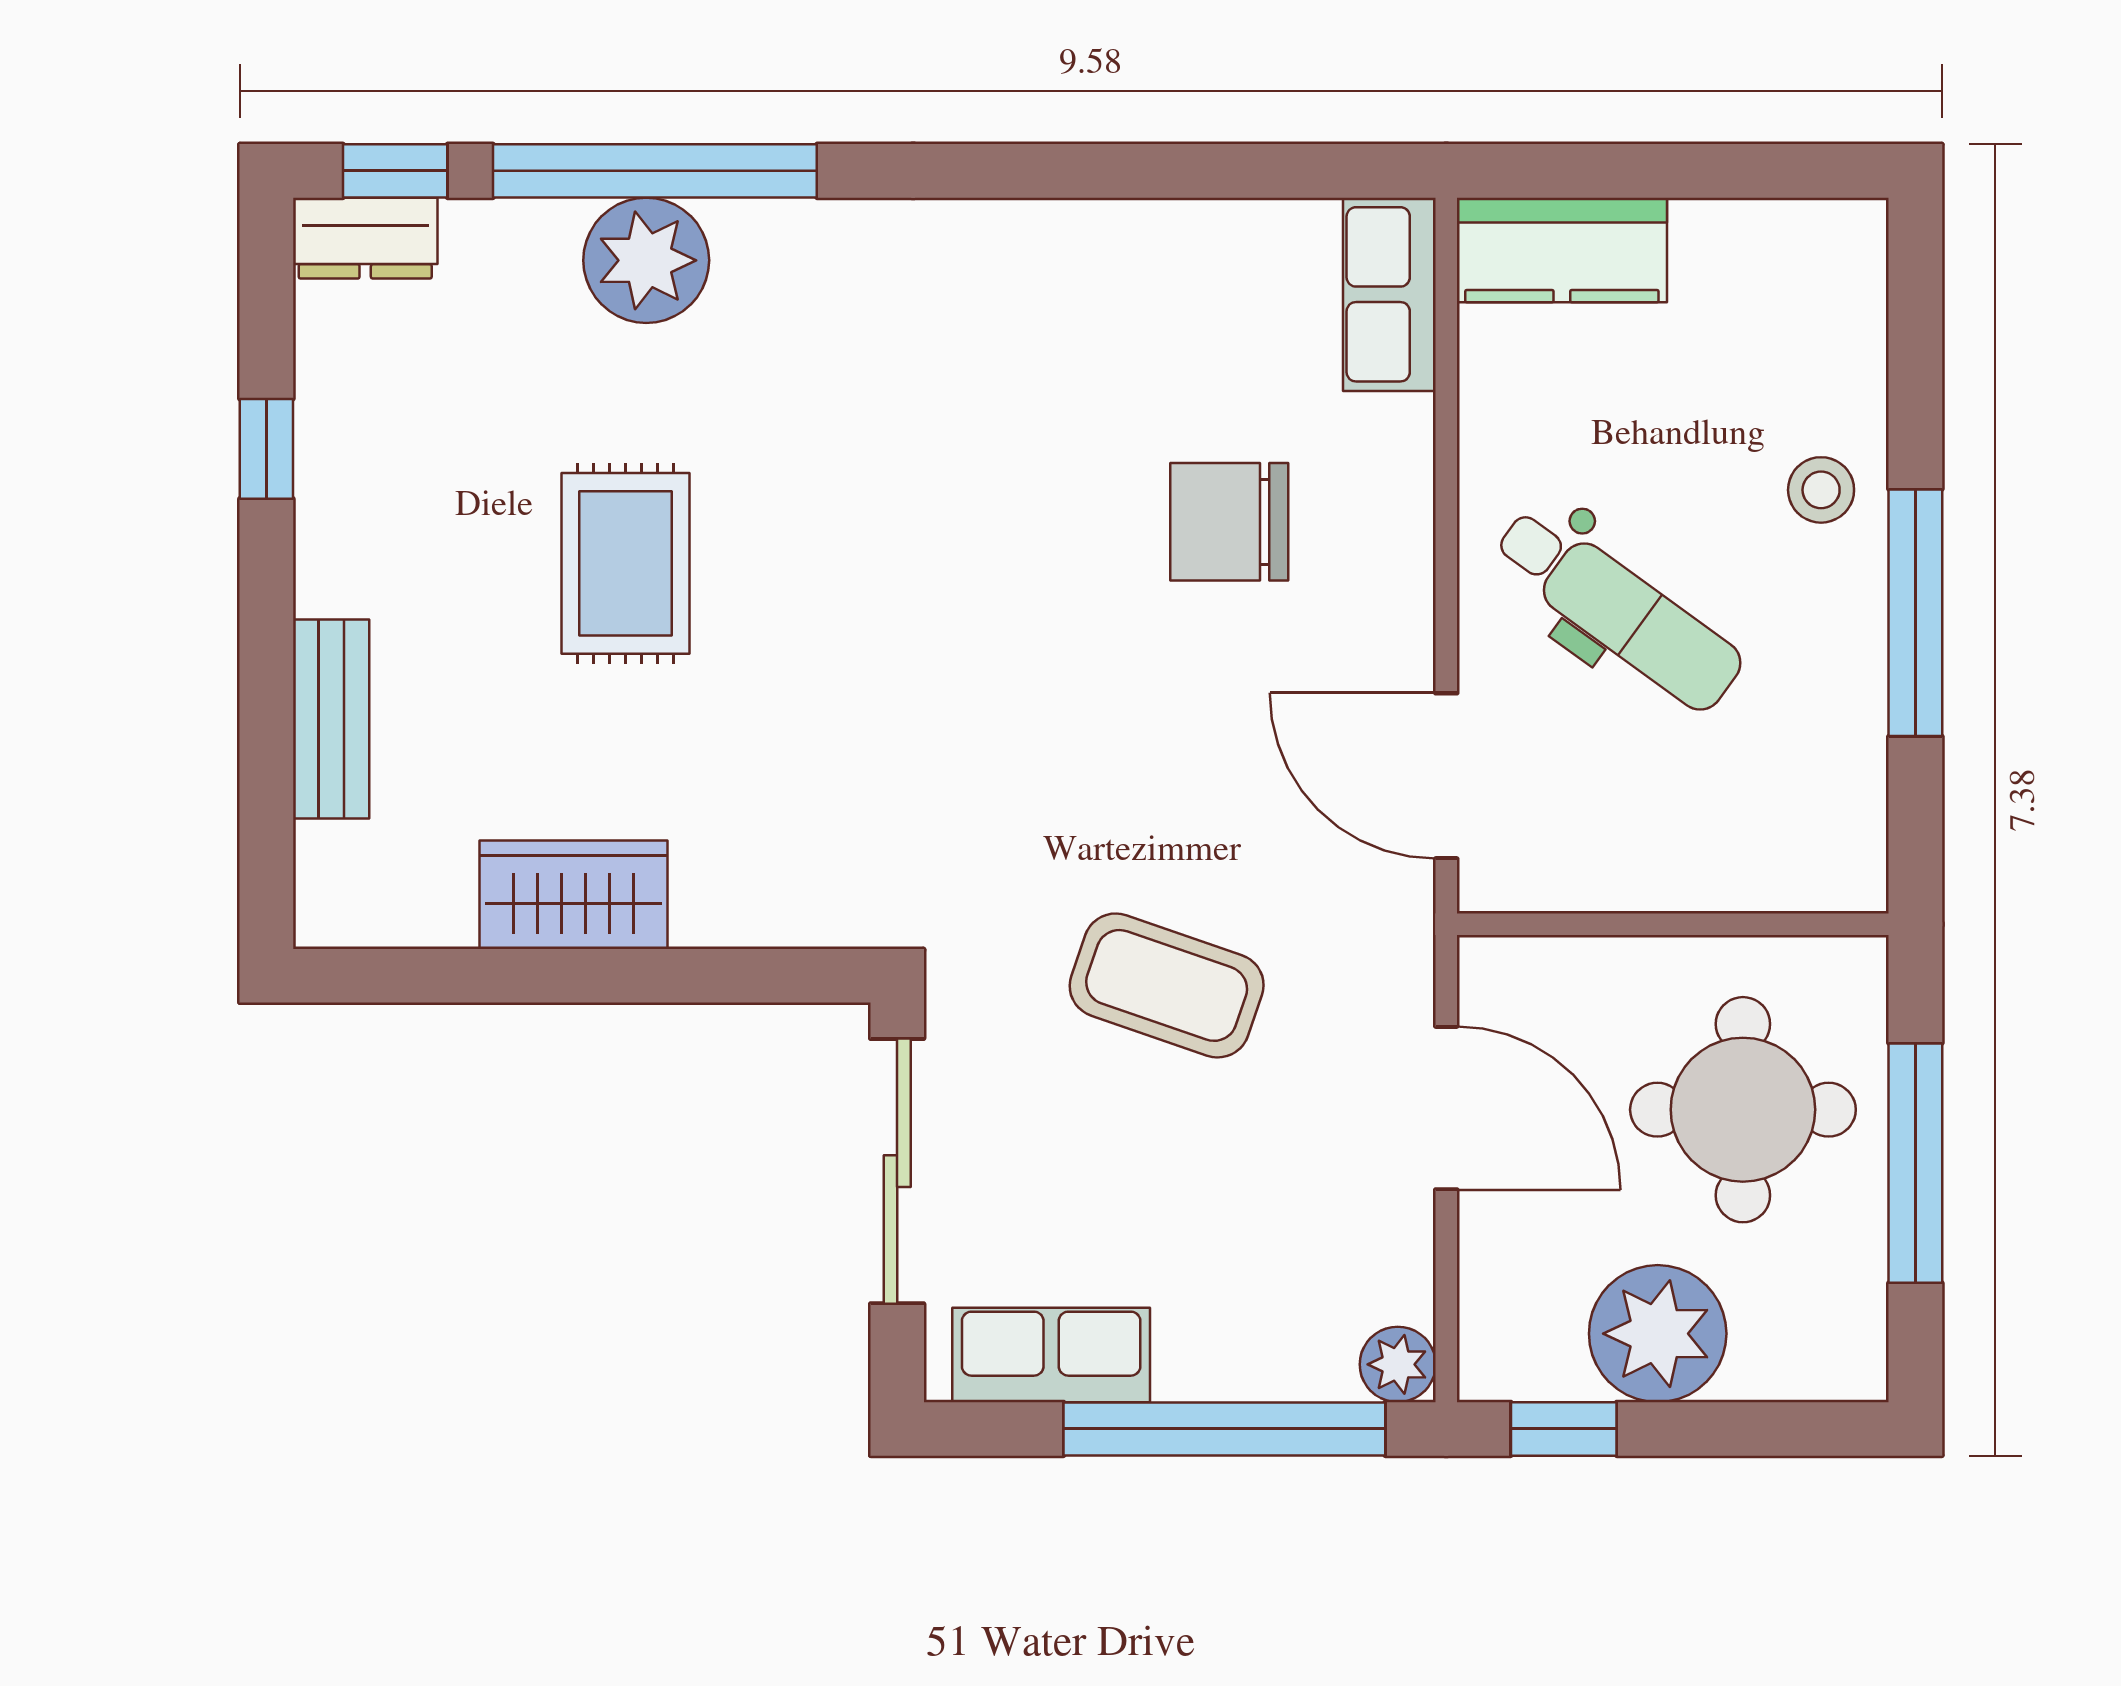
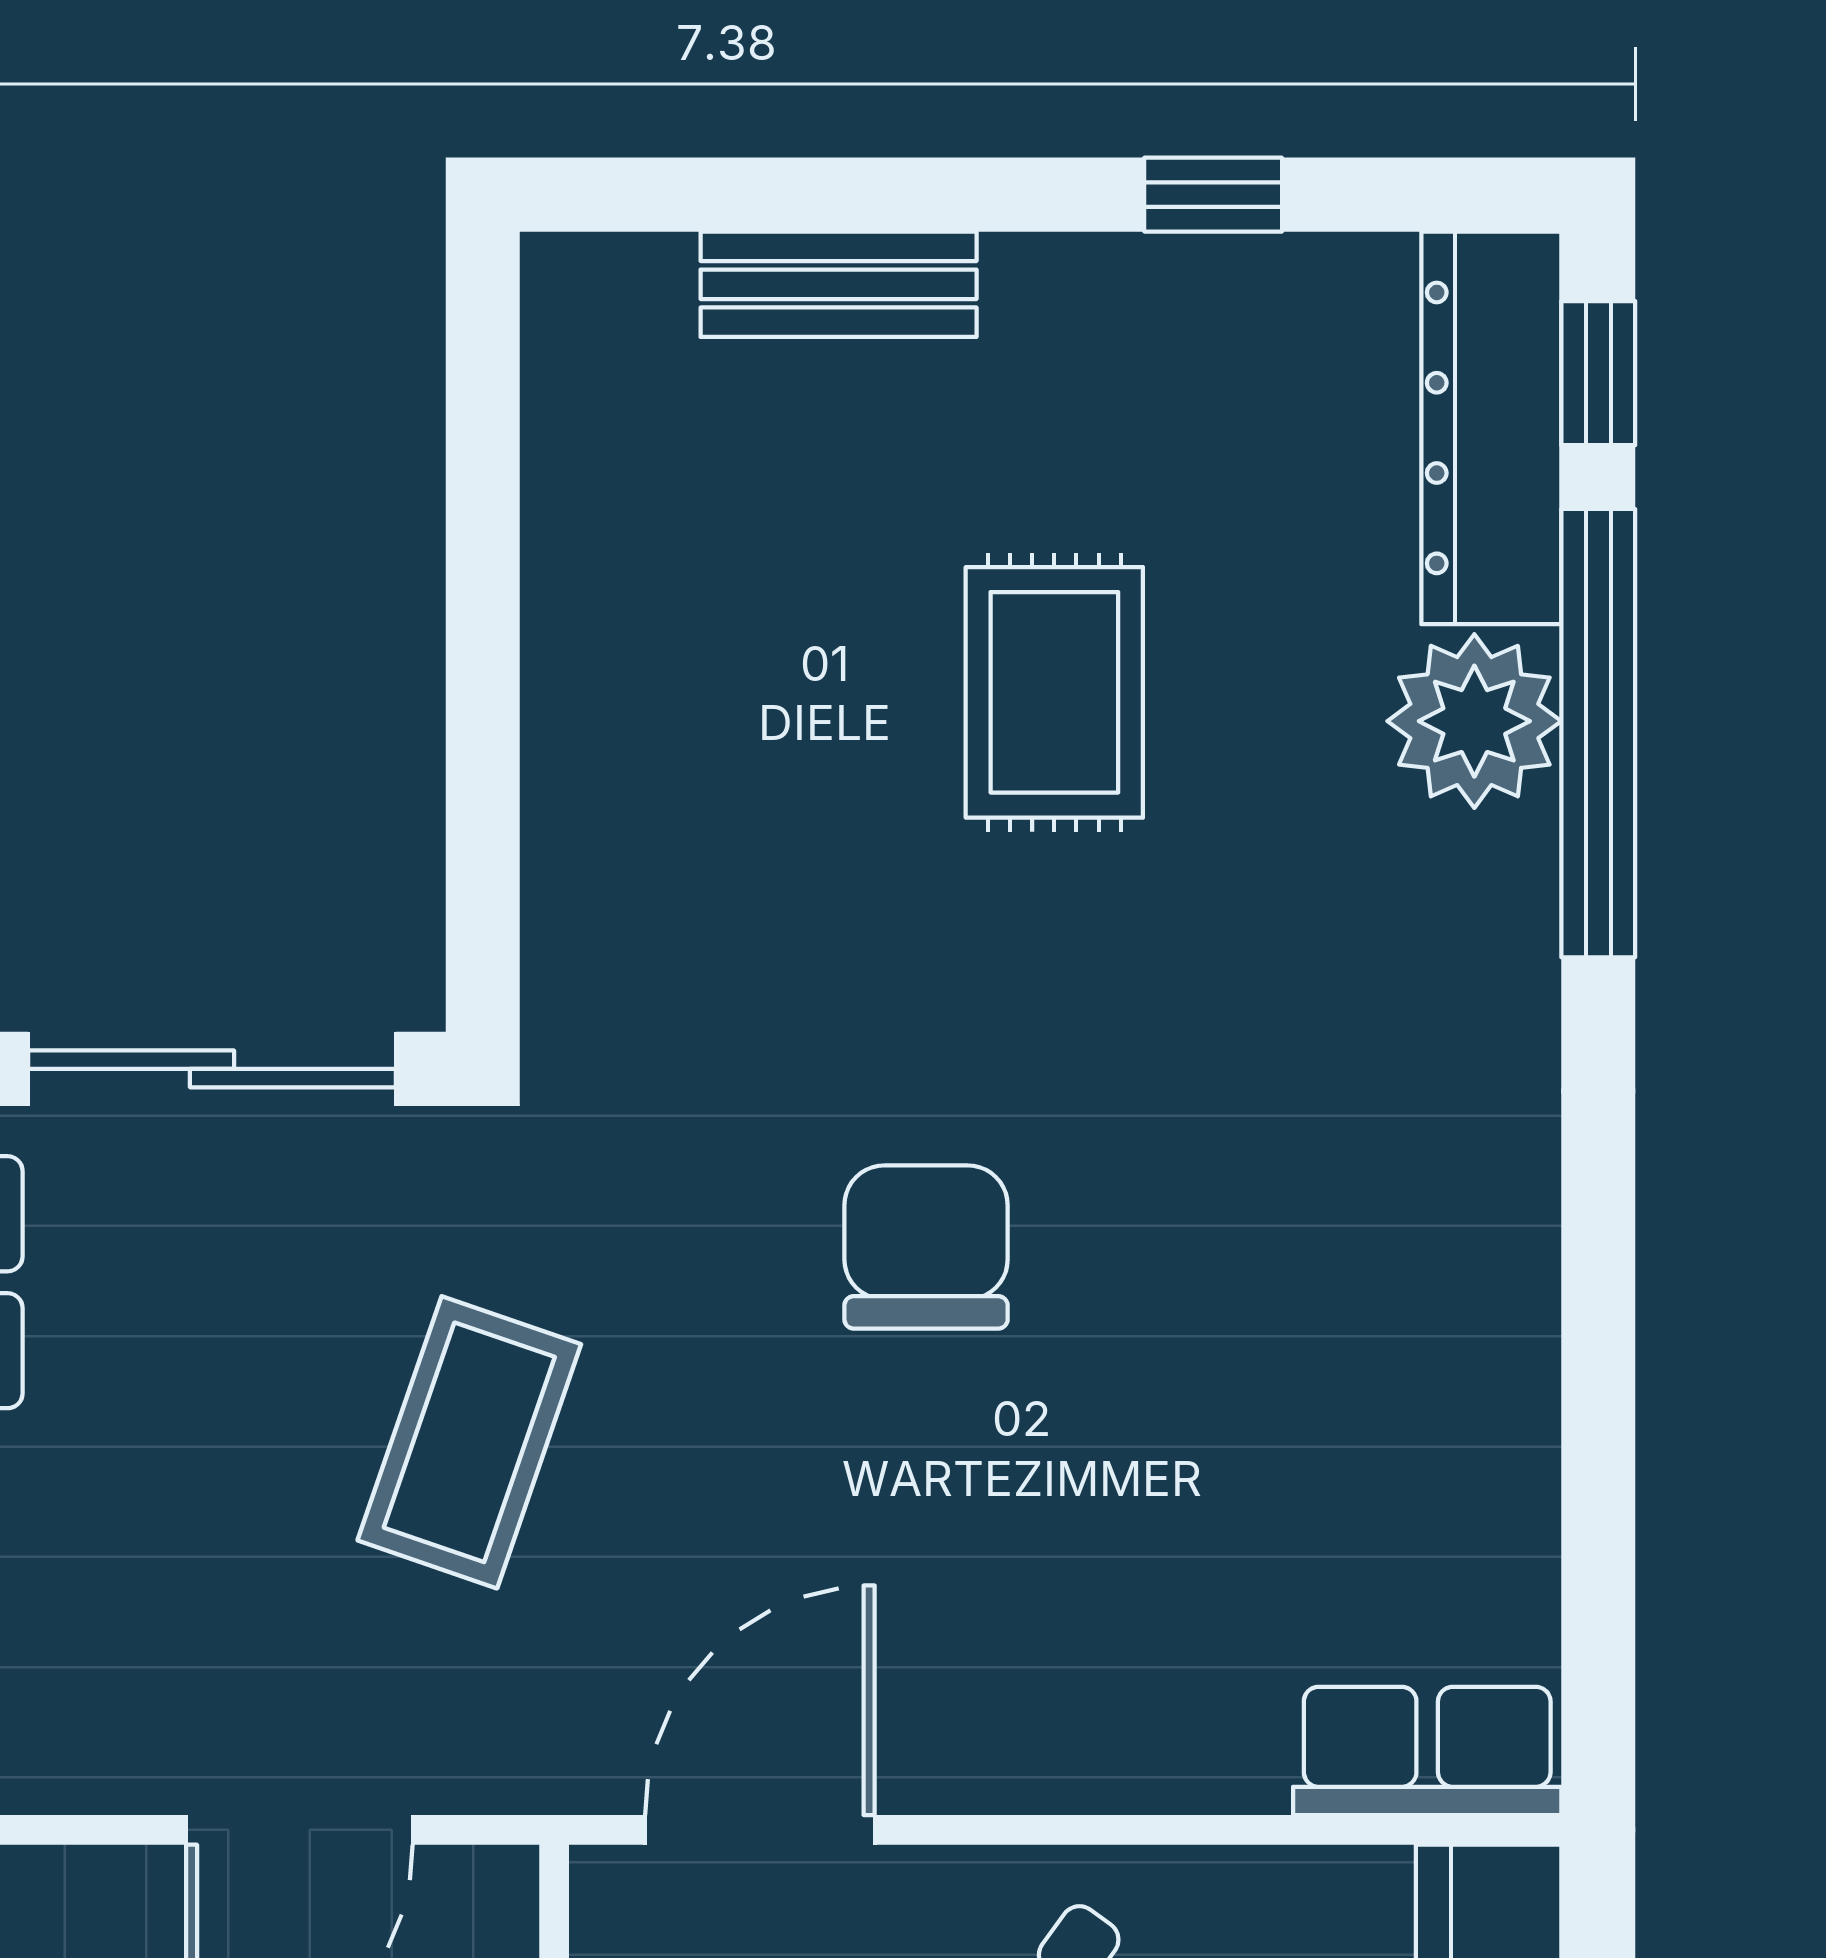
dresser: (365, 238) -> (1491, 428), width x1.96, depth x1.24
chair: (1229, 522) -> (926, 1247), moved
rug: (626, 563) -> (1054, 692), turned 90
wardrobe: (573, 895) -> (595, 620), removed

